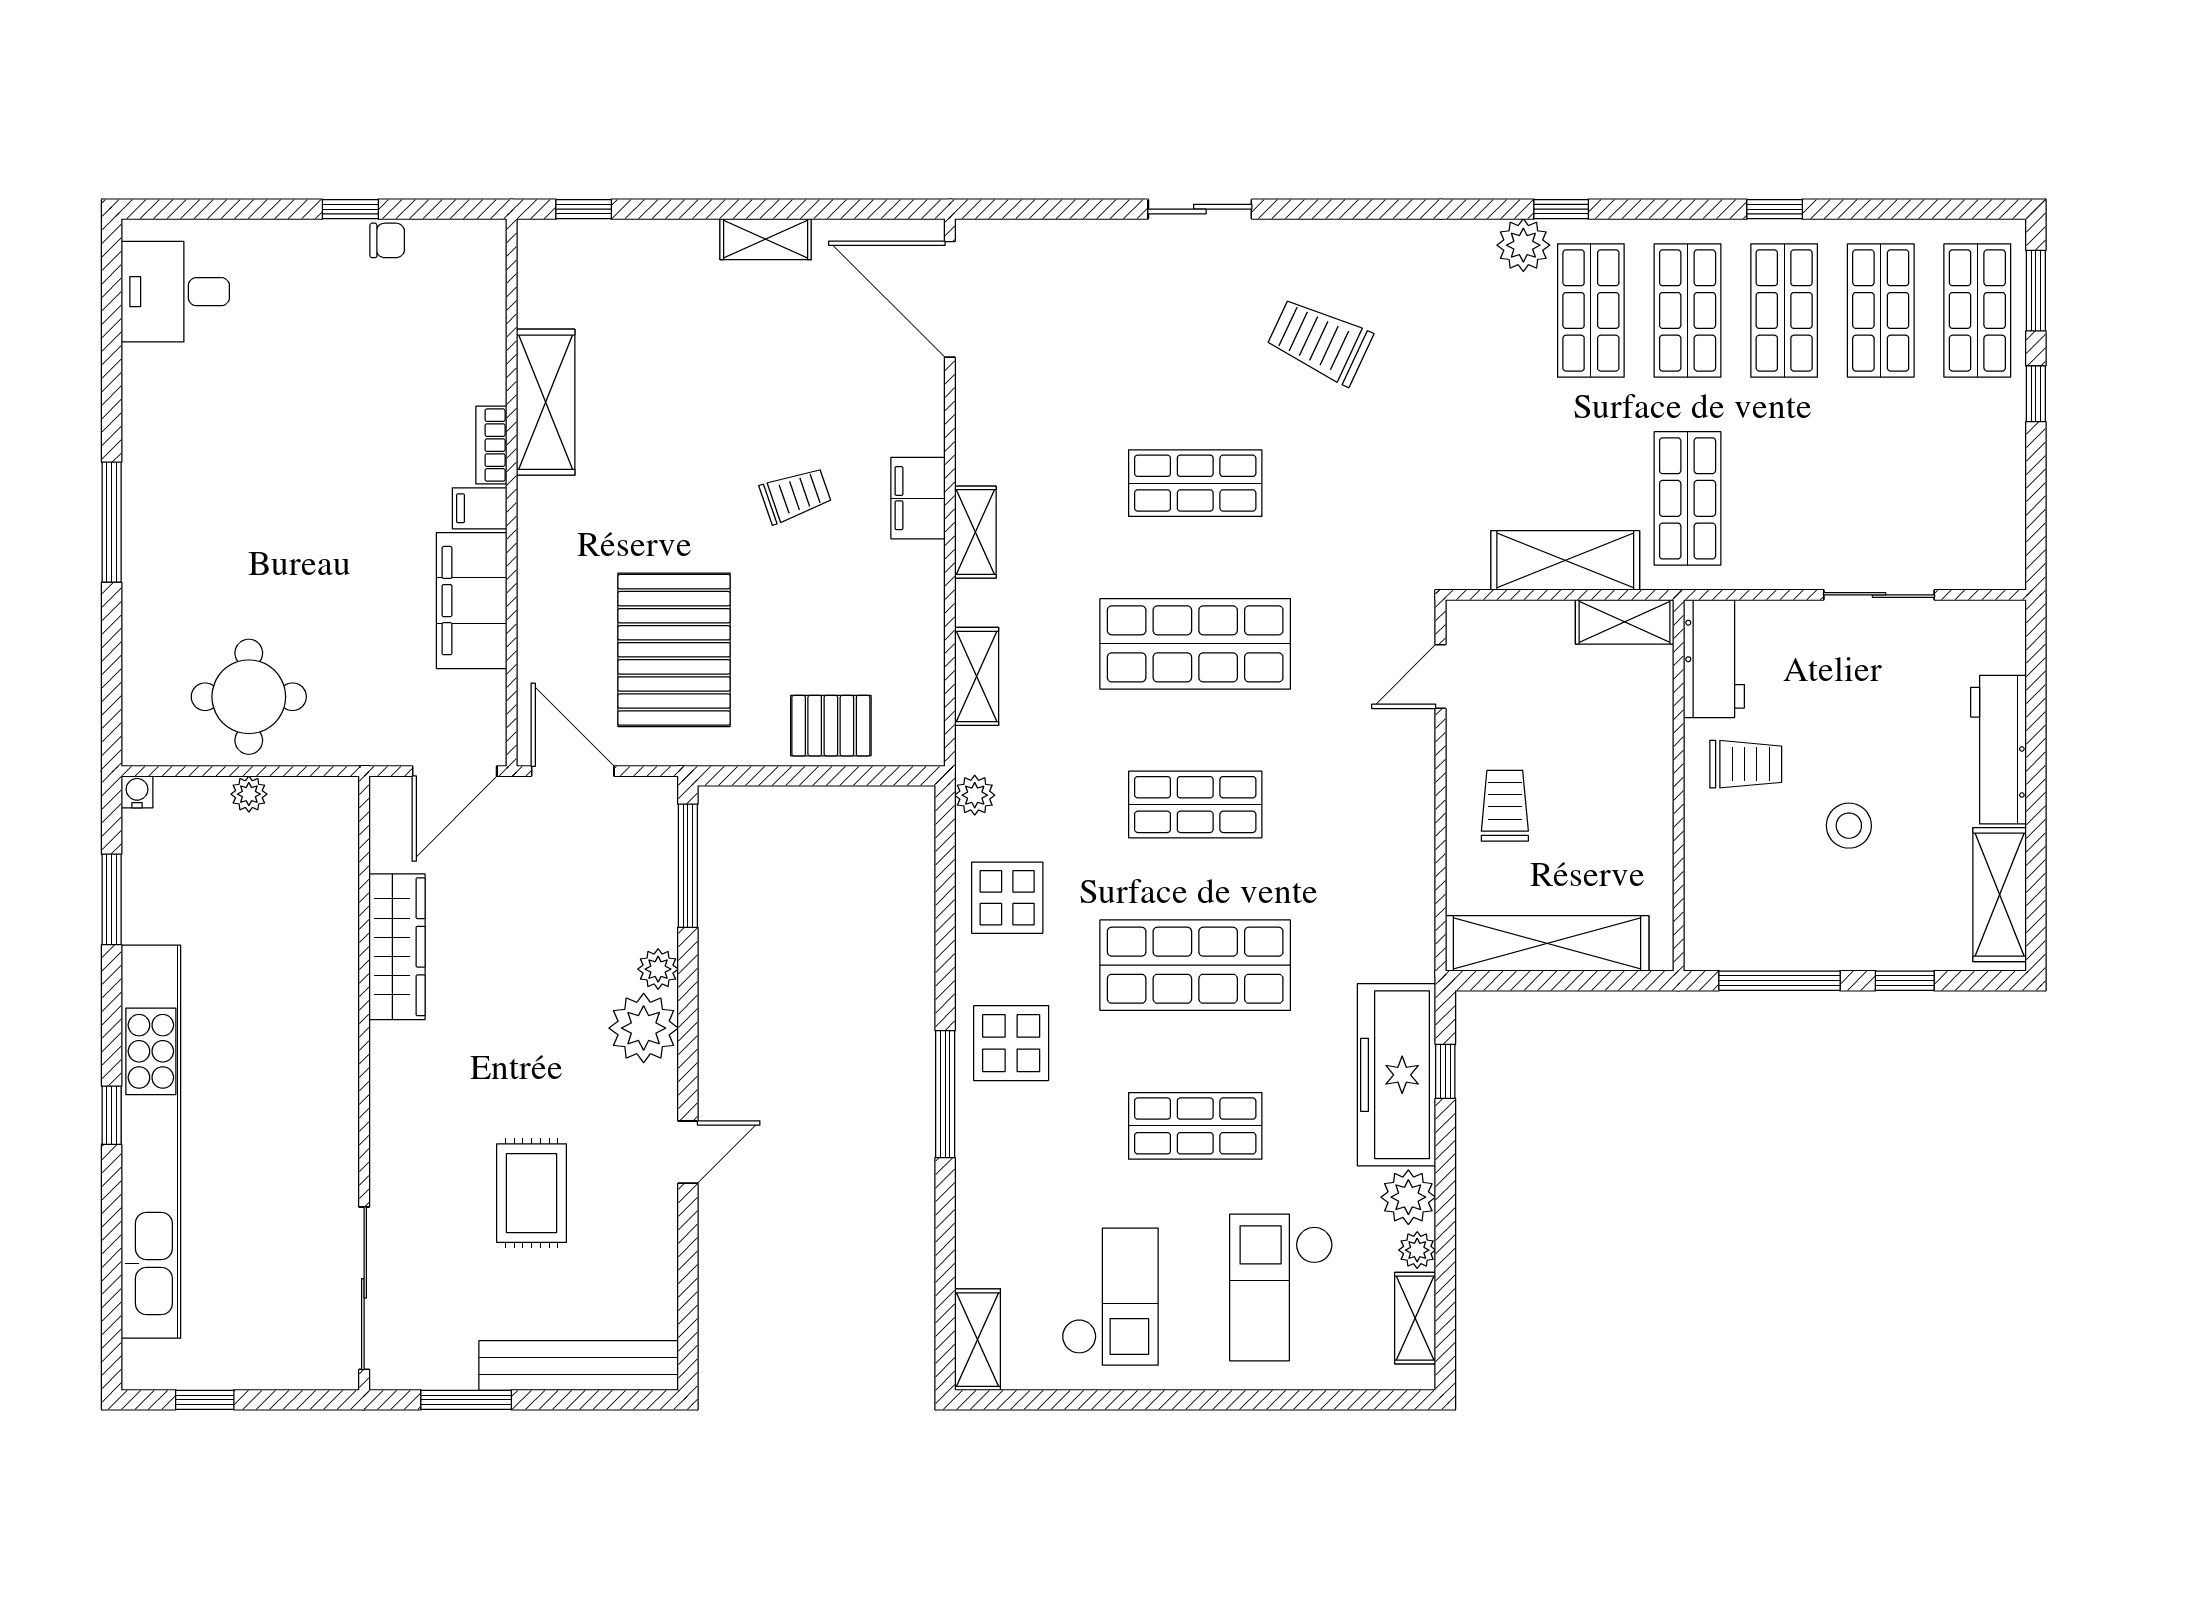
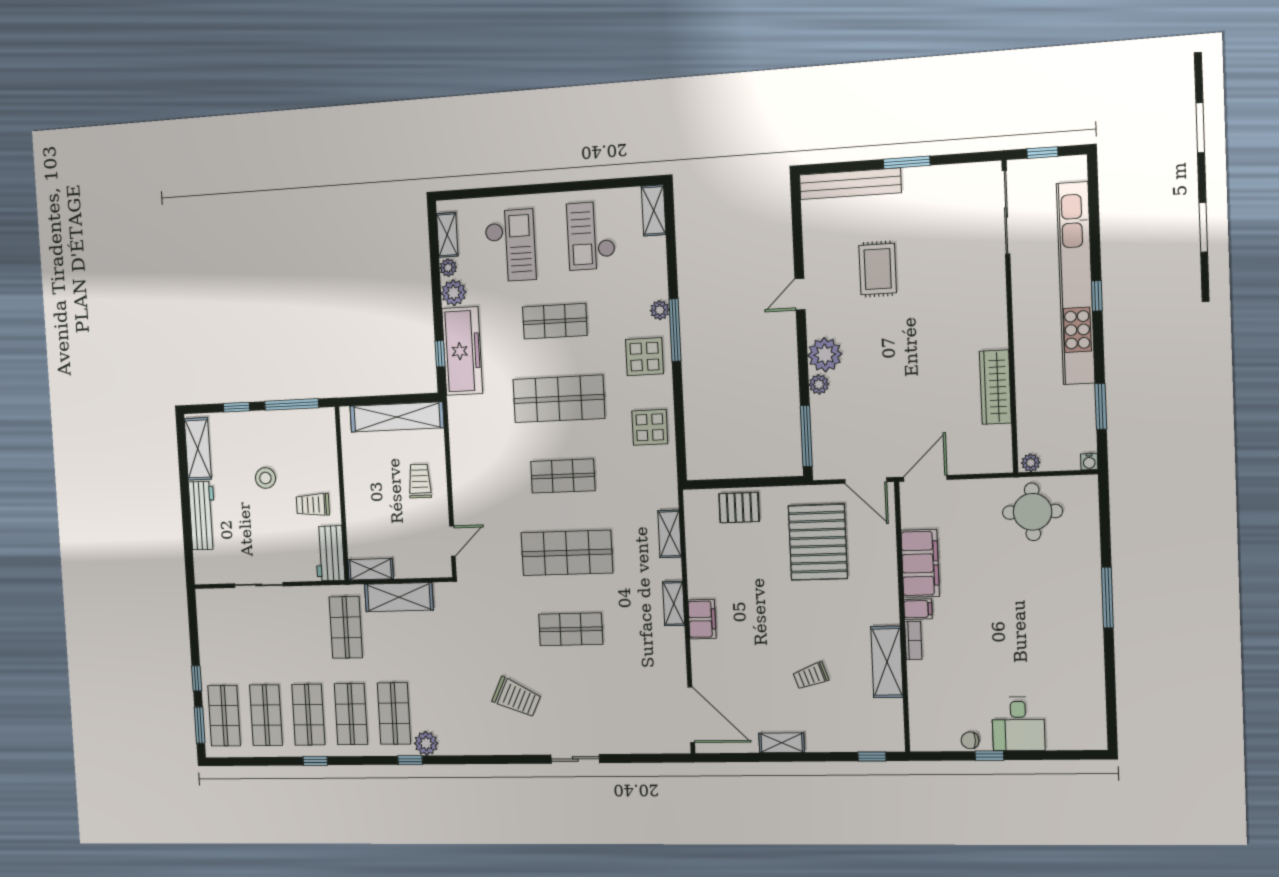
desk: (175, 292) -> (1018, 724), moved, turned 90
trolley: (795, 495) -> (811, 676), moved
plant: (975, 795) -> (660, 310), moved
trolley: (1505, 806) -> (420, 481), turned 180
wardrobe: (397, 947) -> (995, 387), moved
wall: (364, 1083) -> (1010, 317), moved
sliding door: (364, 1288) -> (1006, 213), moved

